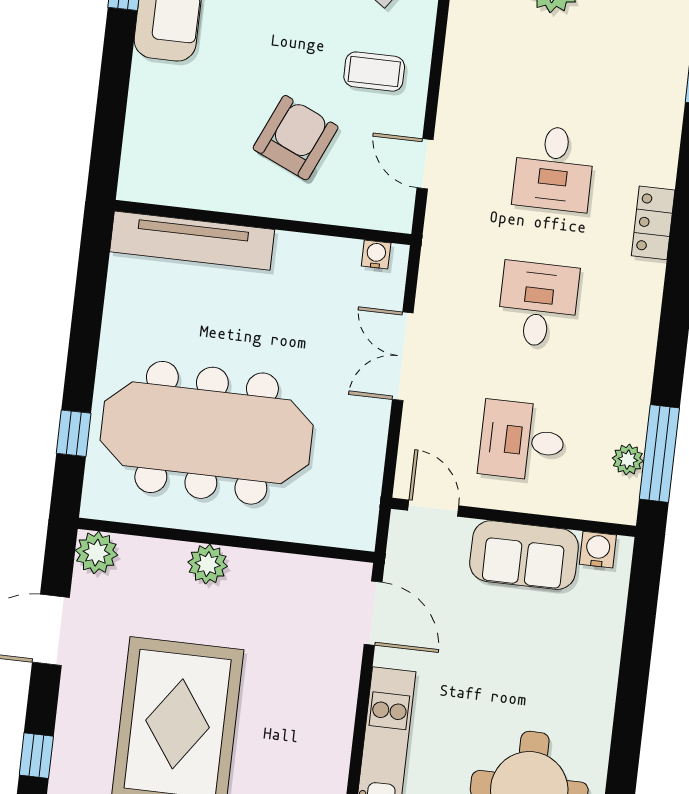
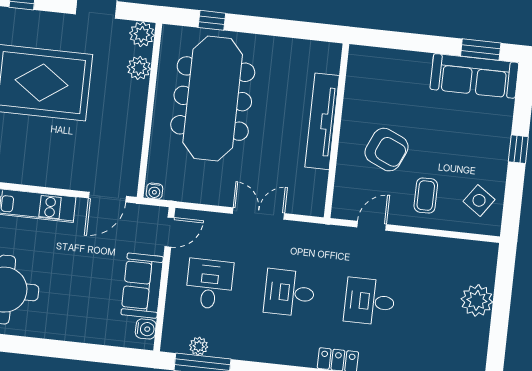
tv unit: (192, 241) -> (322, 121), moved
water cooler: (376, 254) -> (154, 191), moved, turned 90
desk: (538, 305) -> (289, 293), turned 180
plant: (208, 564) -> (139, 68), moved

